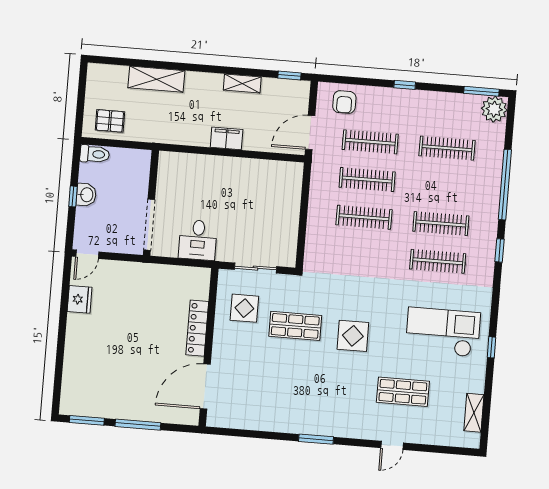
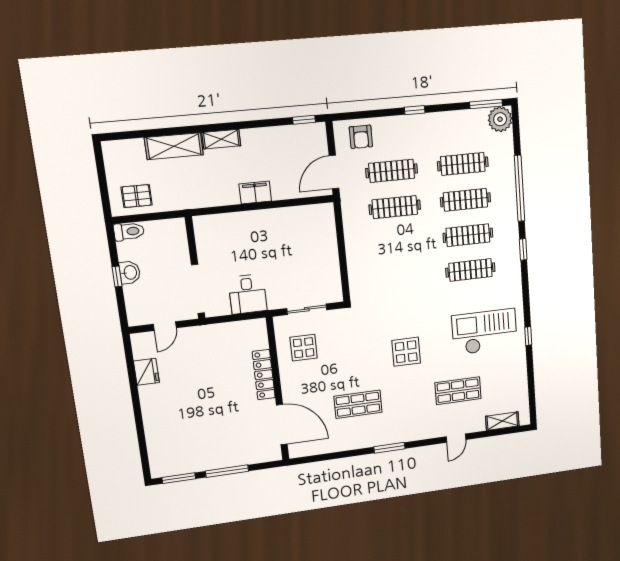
shelving: (242, 83) -> (221, 139), moved
clothes rail: (364, 217) -> (465, 200), moved
door: (87, 254) -> (165, 326), moved
shop shelf: (295, 326) -> (358, 404), moved
door: (205, 386) -> (282, 425), swing flipped
shelving: (474, 413) -> (502, 421), moved, turned 90

